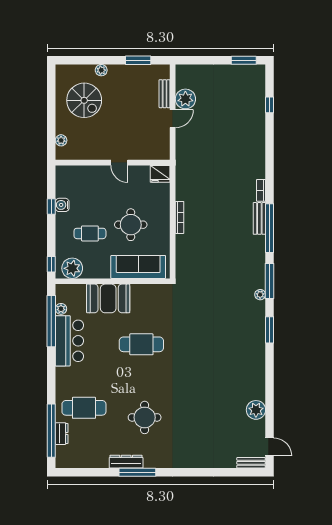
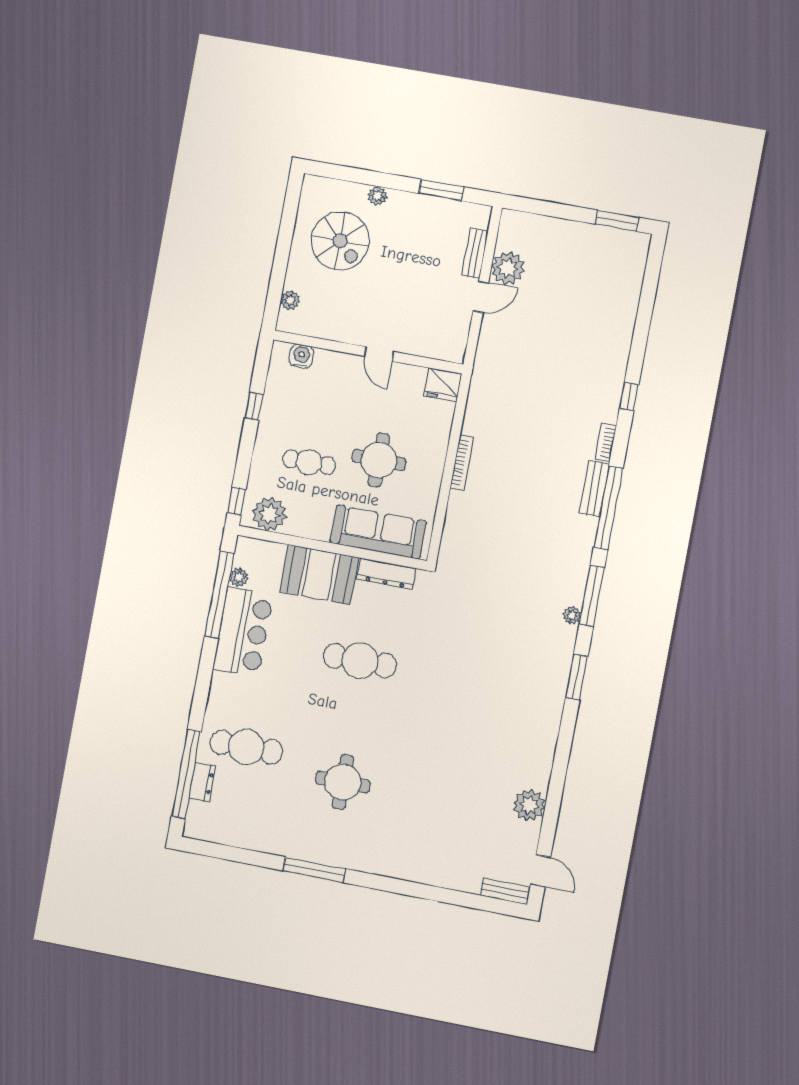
window: (270, 105) -> (629, 396), moved
water cooler: (62, 205) -> (301, 356), moved, turned 90
dresser: (126, 462) -> (386, 574), moved, turned 180

